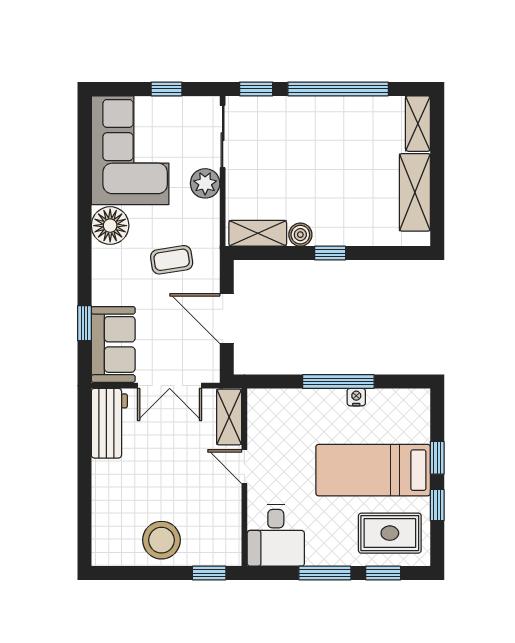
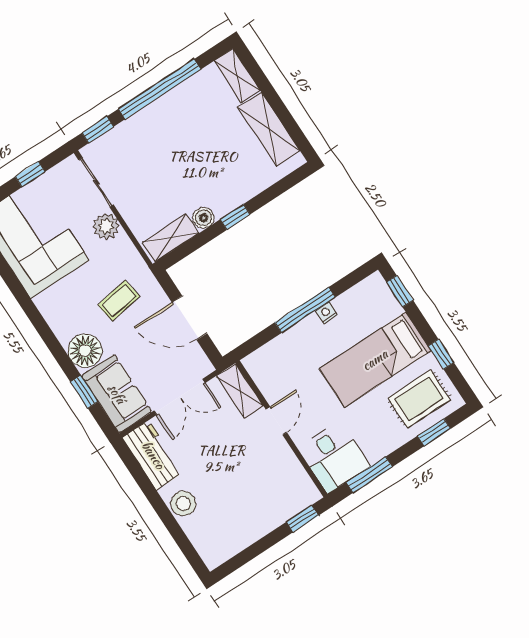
floor lamp: (110, 226) -> (85, 351), moved
window: (437, 458) -> (400, 291), moved
door: (244, 467) -> (276, 421), swing flipped
stool: (161, 540) -> (183, 503), moved, width x0.73, depth x0.73
window: (325, 573) -> (369, 475), moved

